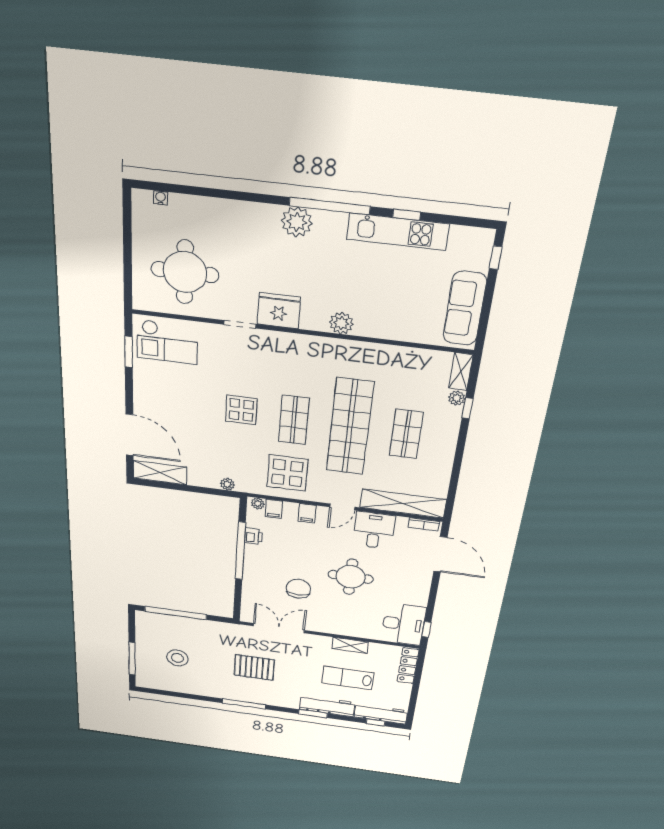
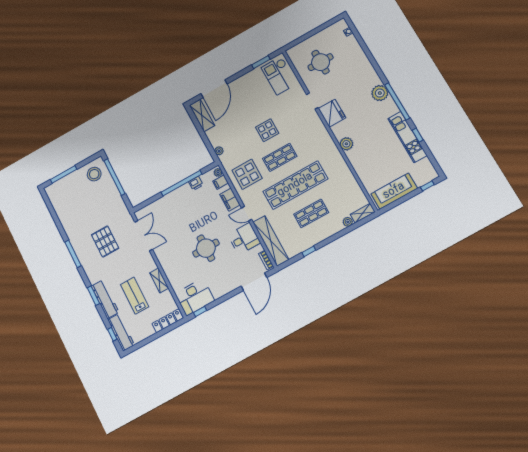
round table: (185, 272) -> (321, 62), width x0.73, depth x0.73
window: (468, 408) -> (309, 251), moved
filing cabinet: (307, 513) -> (230, 200), width x2.00
chair: (298, 589) -> (178, 228), removed
stool: (177, 658) -> (94, 174), moved

